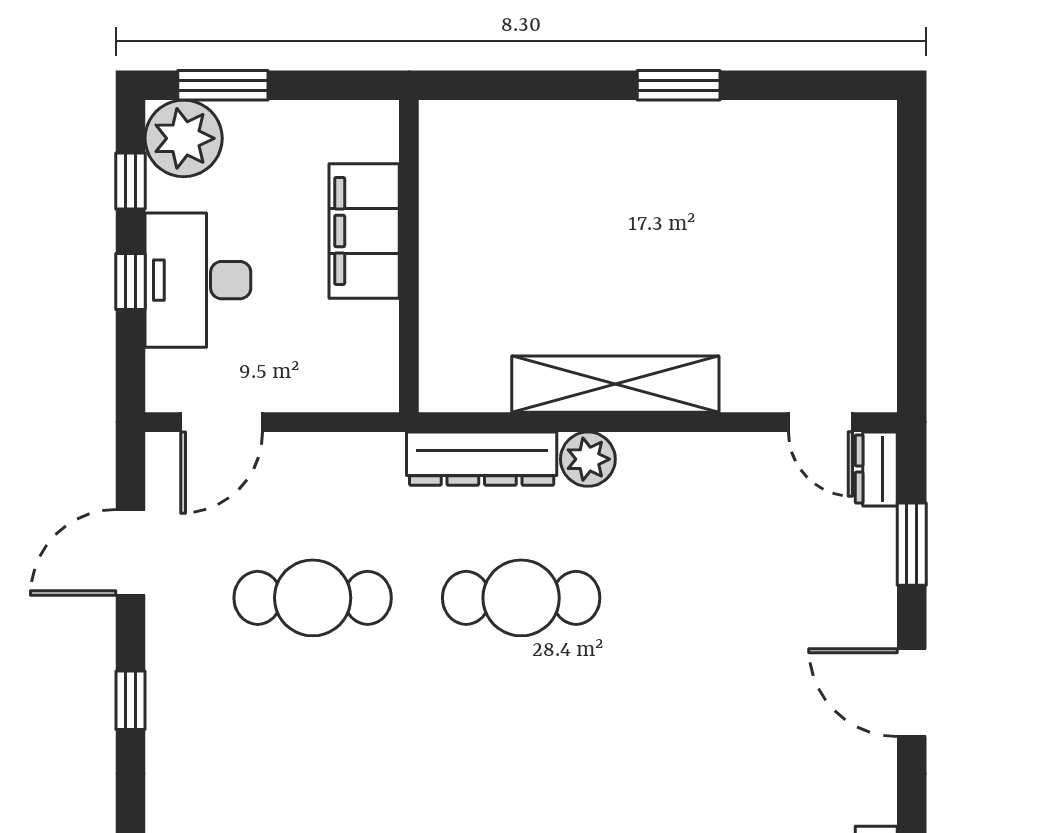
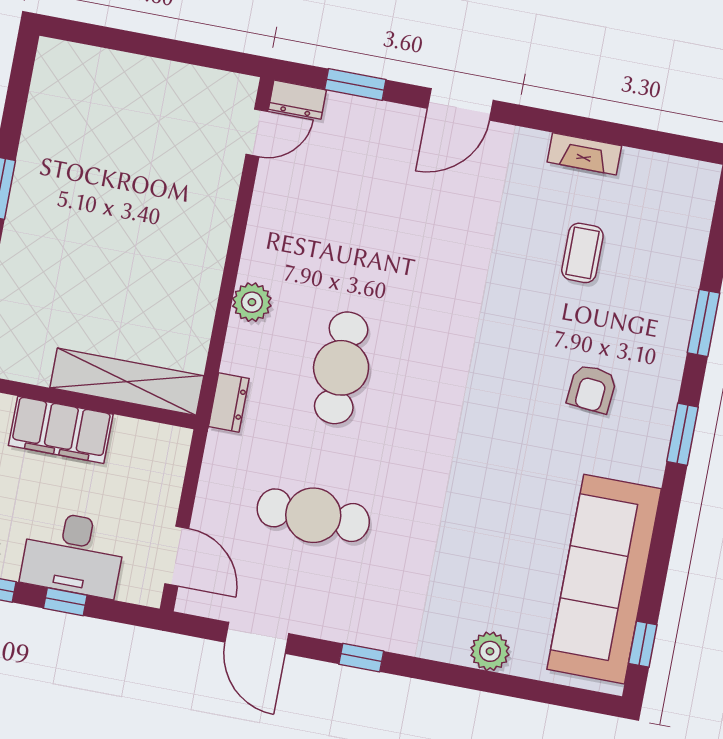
shelving: (615, 384) -> (127, 382), moved, turned 90
dresser: (482, 459) -> (229, 402), width x0.51, depth x0.80
cafe table: (313, 598) -> (313, 515), turned 90

